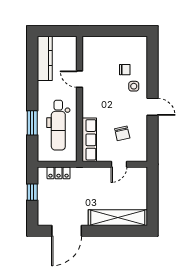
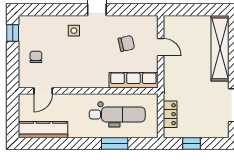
window: (132, 31) -> (13, 33), added
chair: (125, 70) -> (36, 57), moved
door: (80, 79) -> (43, 91), moved

